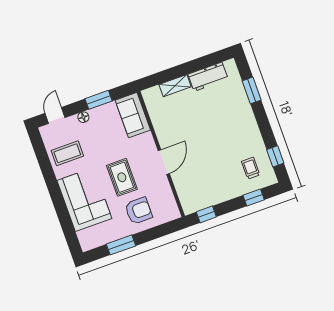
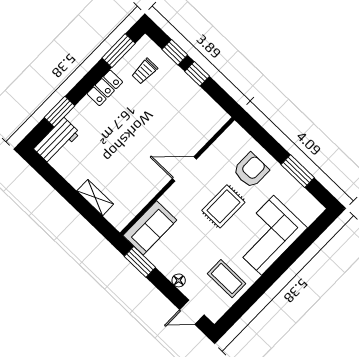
workbench: (208, 77) -> (57, 141), moved, turned 90
window: (99, 100) -> (140, 262), moved
locker: (253, 133) -> (105, 88), added
window: (275, 156) -> (119, 51), width x1.50
armchair: (139, 211) -> (251, 170), turned 90
window: (206, 214) -> (197, 74), moved

